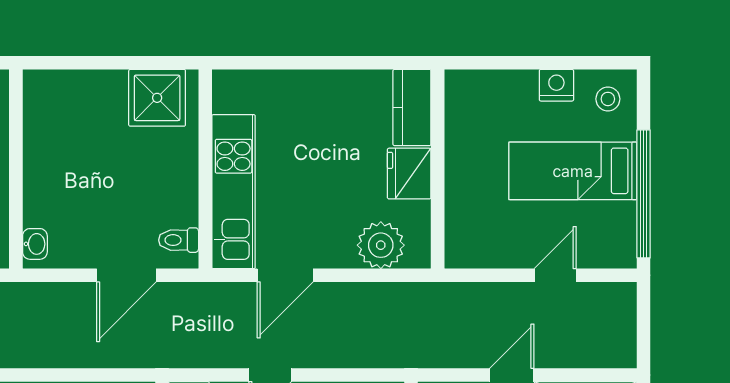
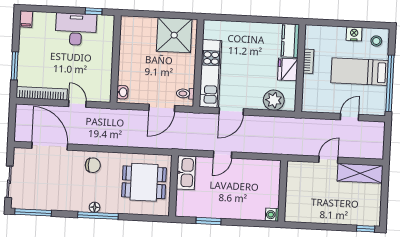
shower: (157, 98) -> (174, 35), width x1.37, depth x1.37
bookcase: (455, 153) -> (308, 61), added

